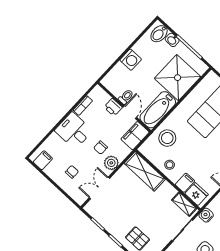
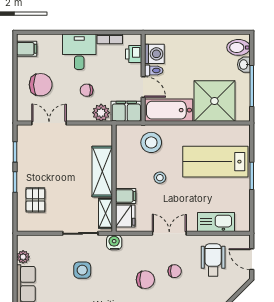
washing machine: (131, 60) -> (154, 54), moved, turned -90
printer: (113, 107) -> (134, 54), moved
door: (130, 112) -> (143, 87), hinge flipped
plant: (111, 163) -> (101, 113), moved
stool: (170, 165) -> (160, 178), moved
shelving: (145, 171) -> (102, 172), moved
chair: (72, 172) -> (41, 85), width x1.87, depth x1.87

